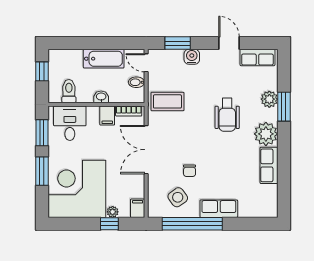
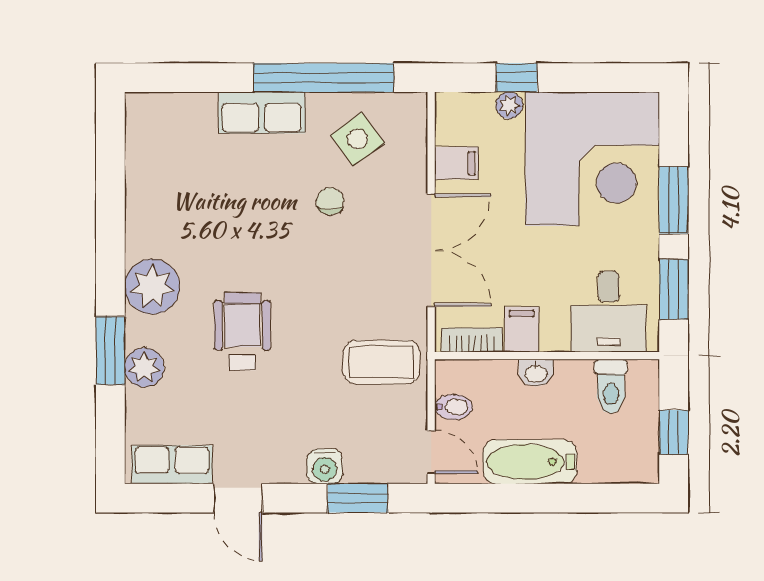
row of seats: (269, 165) -> (145, 213), removed
filing cabinet: (138, 208) -> (456, 163), moved, turned -90

